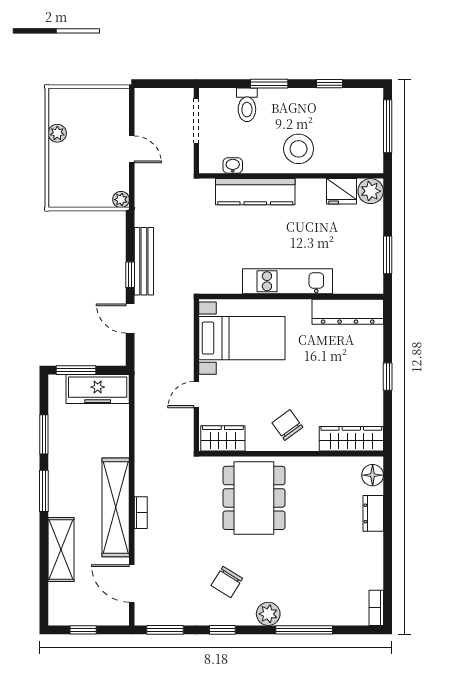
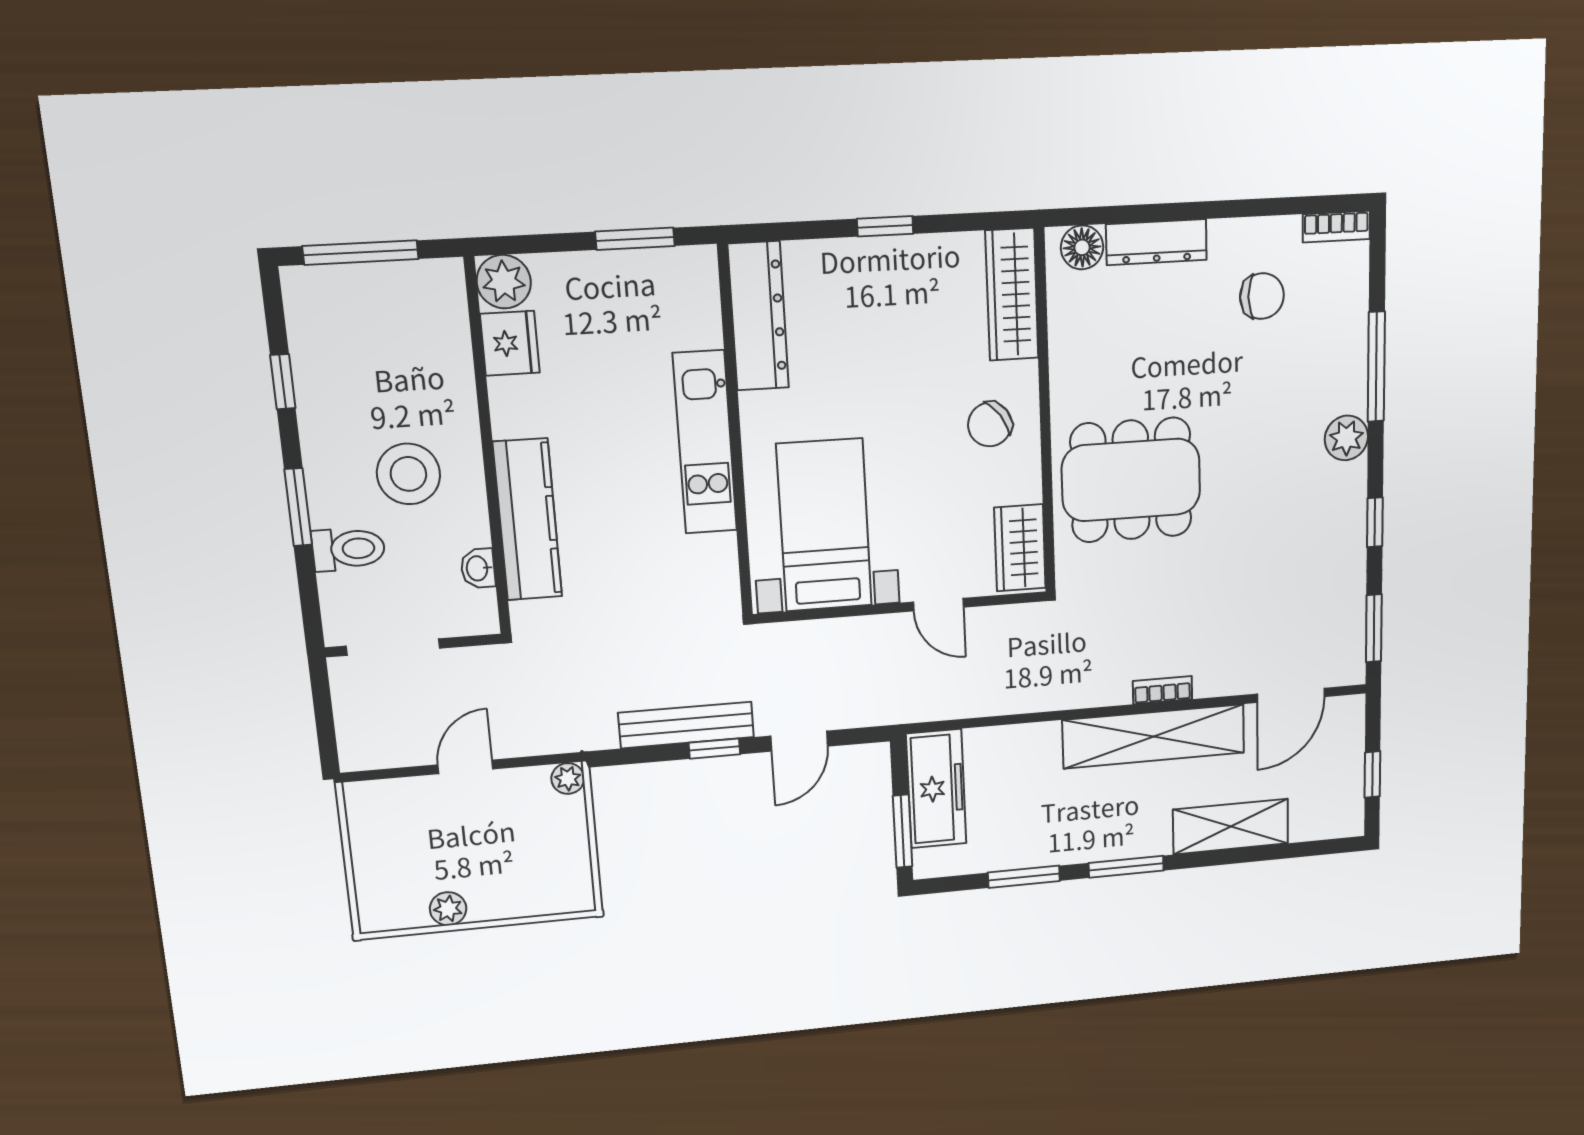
stool: (299, 149) -> (408, 474), moved
dresser: (373, 513) -> (1156, 242), width x1.44
chair: (227, 582) -> (1262, 296), moved, turned -32

